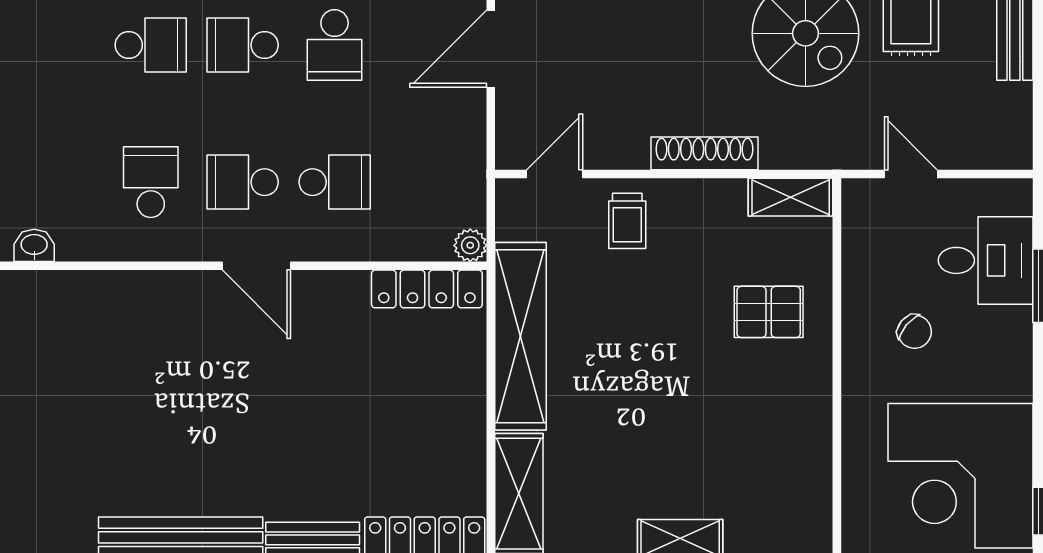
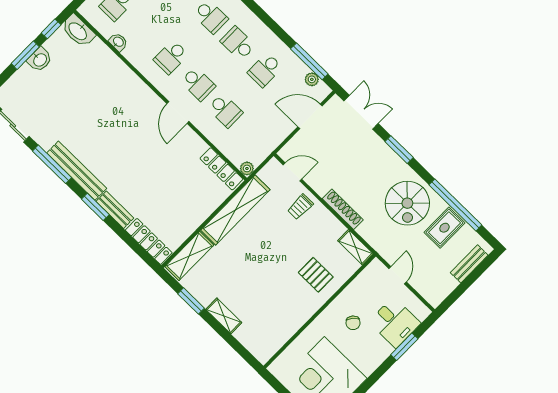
school desk: (151, 182) -> (171, 57), turned 180
school desk: (243, 182) -> (198, 84), turned 180

